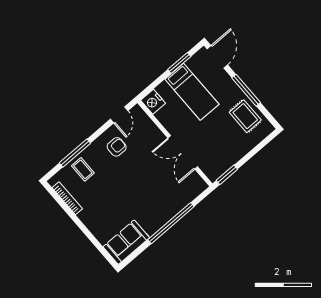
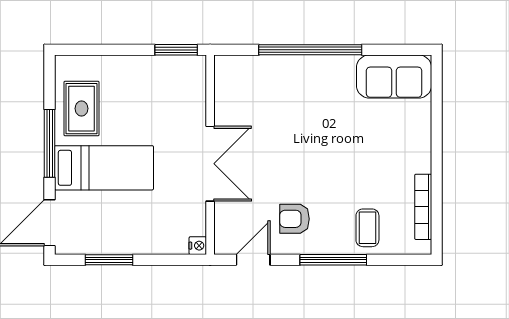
bed: (192, 92) -> (104, 168), moved, turned 90
nightstand: (153, 102) -> (198, 246), width x0.53, depth x0.56
double door: (183, 152) -> (210, 164), moved
window: (75, 153) -> (333, 260), moved

